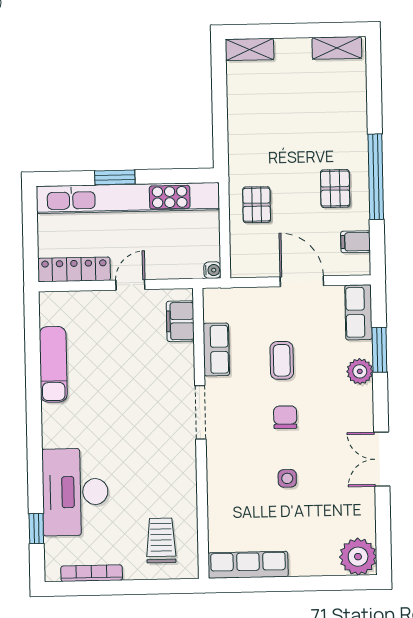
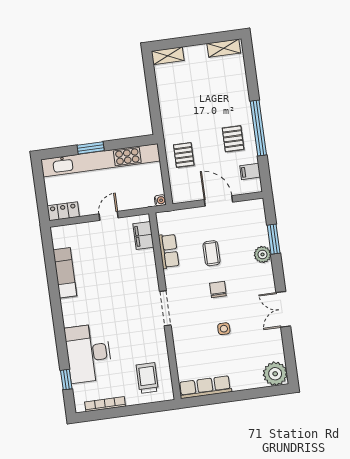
locker: (74, 269) -> (63, 211), width x0.66
row of seats: (358, 312) -> (257, 217), removed
doorway: (200, 412) -> (165, 308), moved

